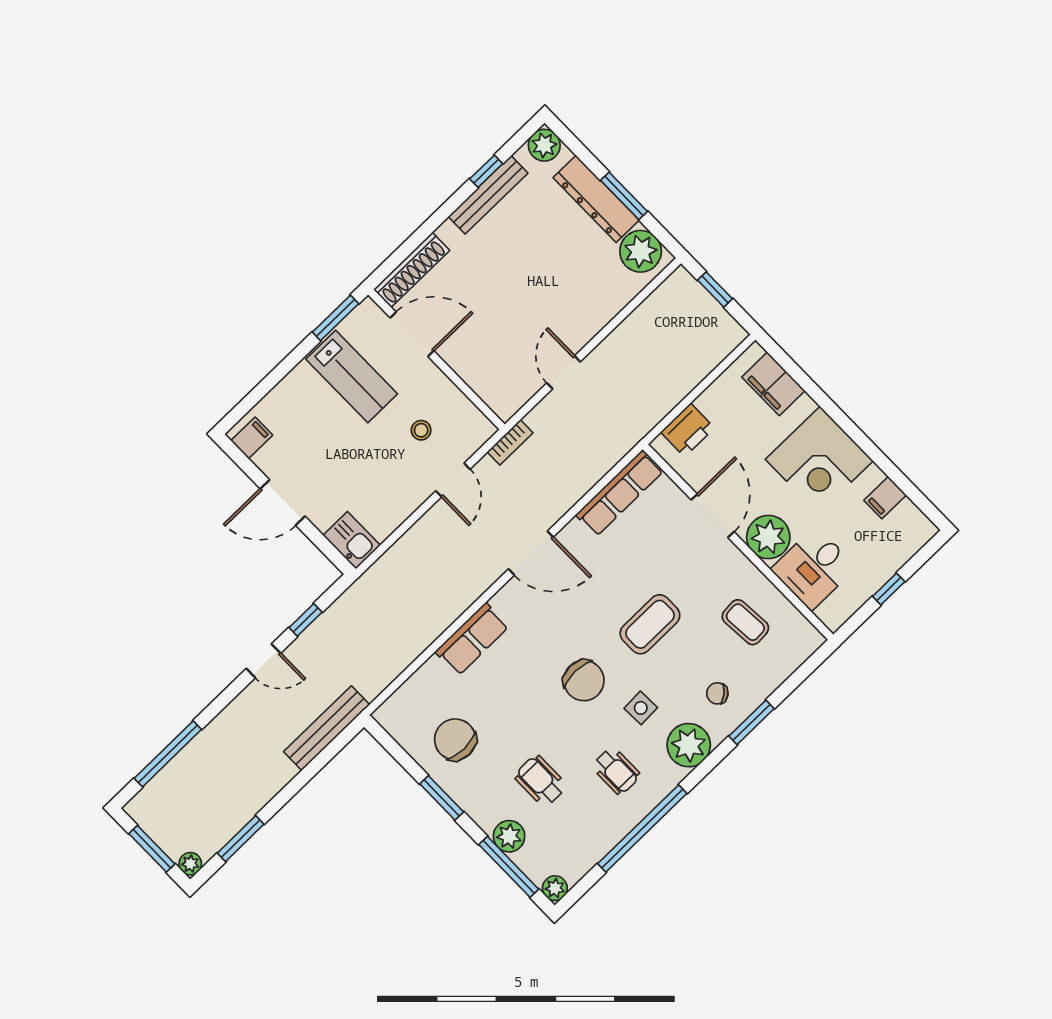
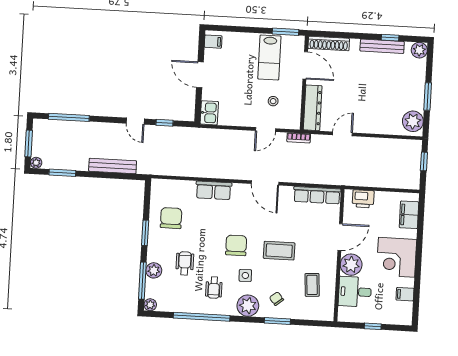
dresser: (596, 199) -> (313, 108), moved, turned 180
chair: (584, 681) -> (236, 245), turned 180
bench: (327, 728) -> (113, 166), moved

